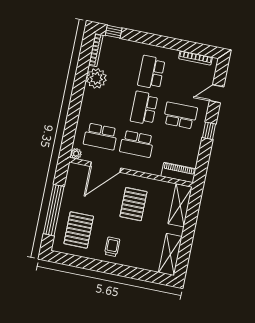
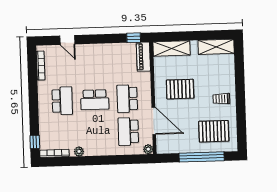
school desk: (151, 72) -> (62, 101), turned -90
plant: (96, 78) -> (79, 151), width x0.53, depth x0.53
school desk: (180, 115) -> (94, 67), removed
window: (209, 131) -> (134, 38), moved
school desk: (101, 137) -> (128, 132), turned 180
school desk: (137, 144) -> (127, 99), turned 180

